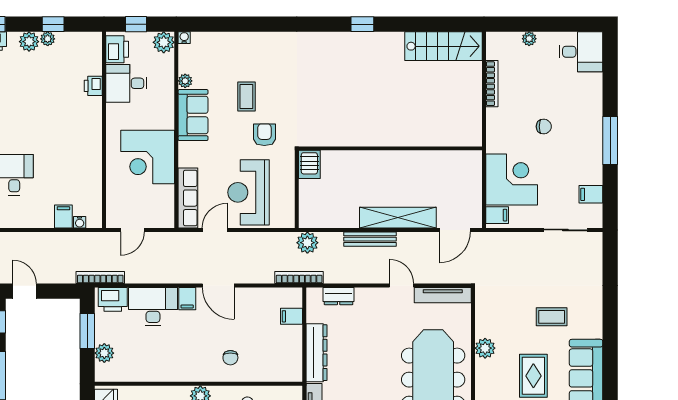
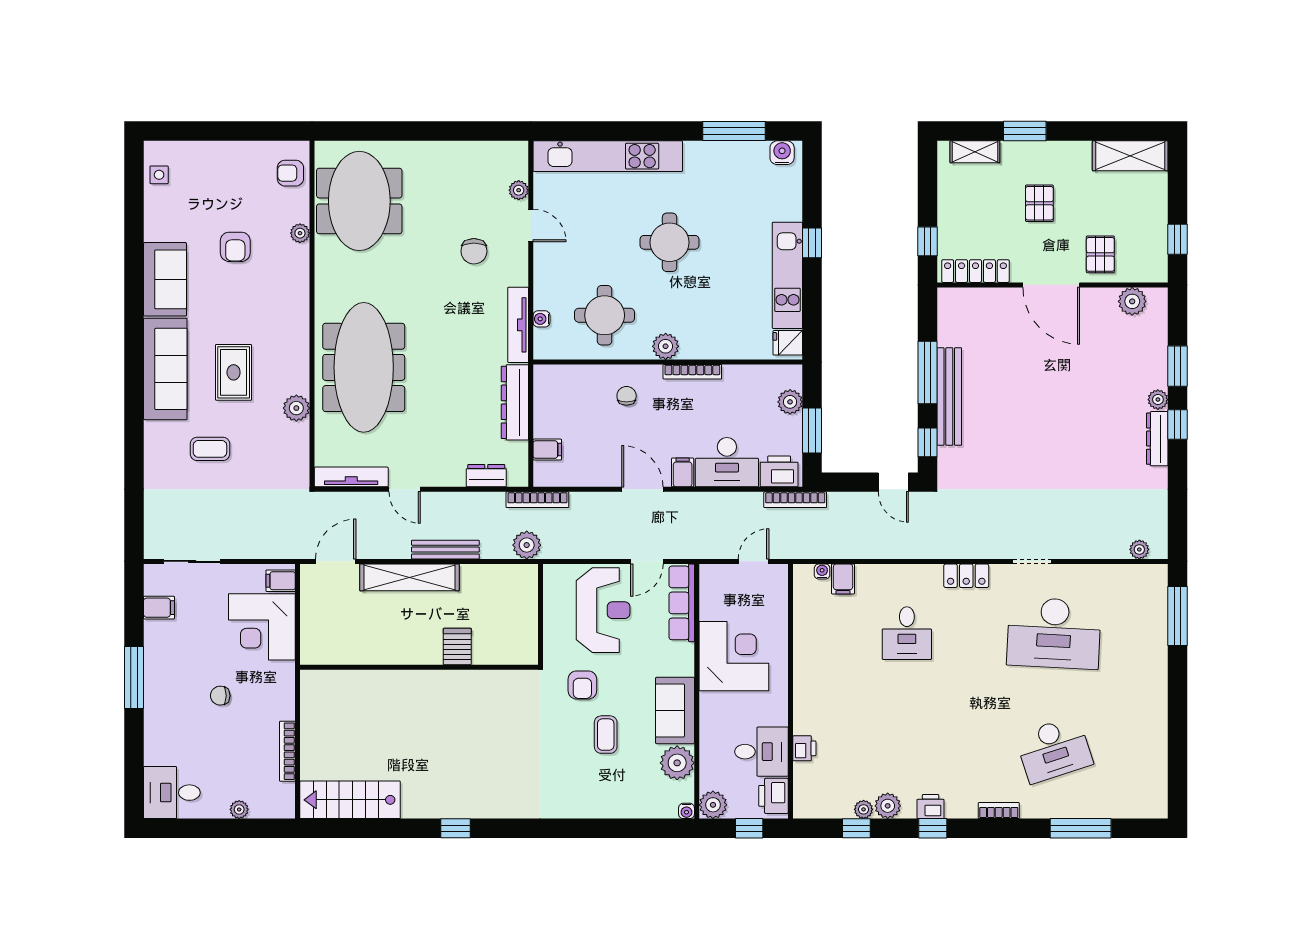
plant: (185, 81) -> (677, 763), width x1.88, depth x1.88
server rack: (309, 164) -> (457, 646), moved
bookcase: (180, 376) -> (692, 372), added

